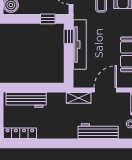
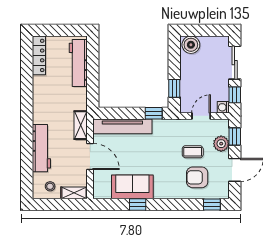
tv unit: (80, 45) -> (122, 126), moved

